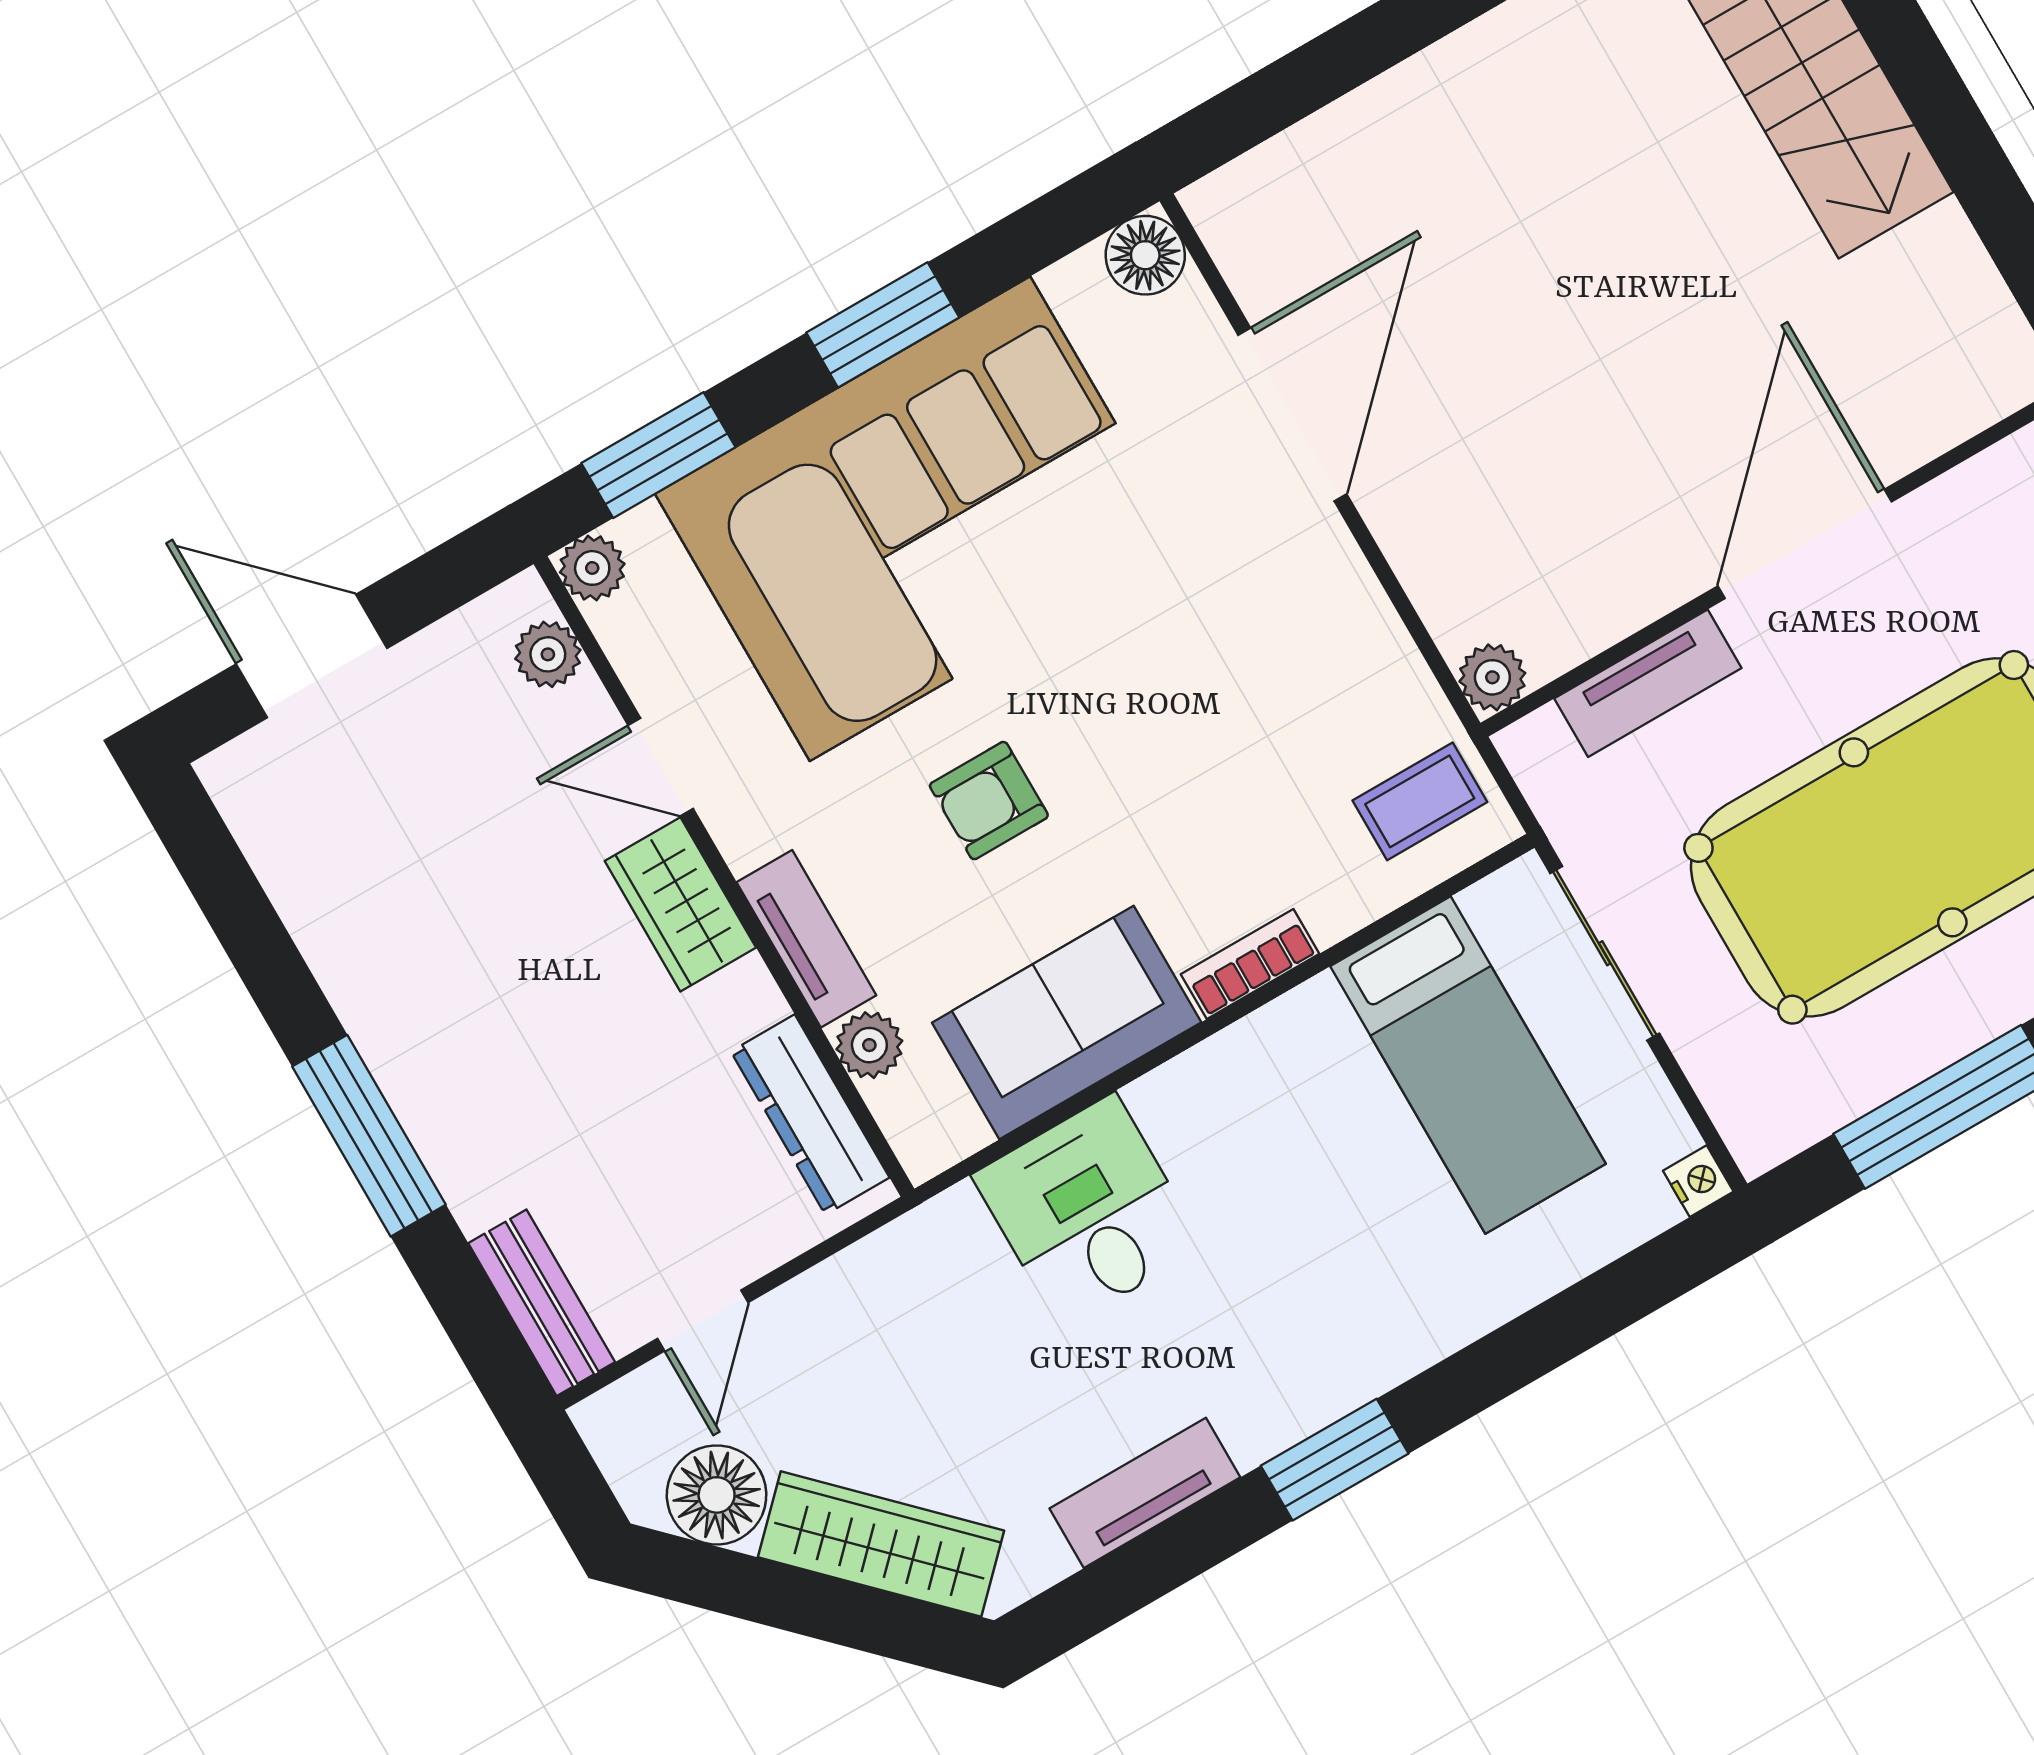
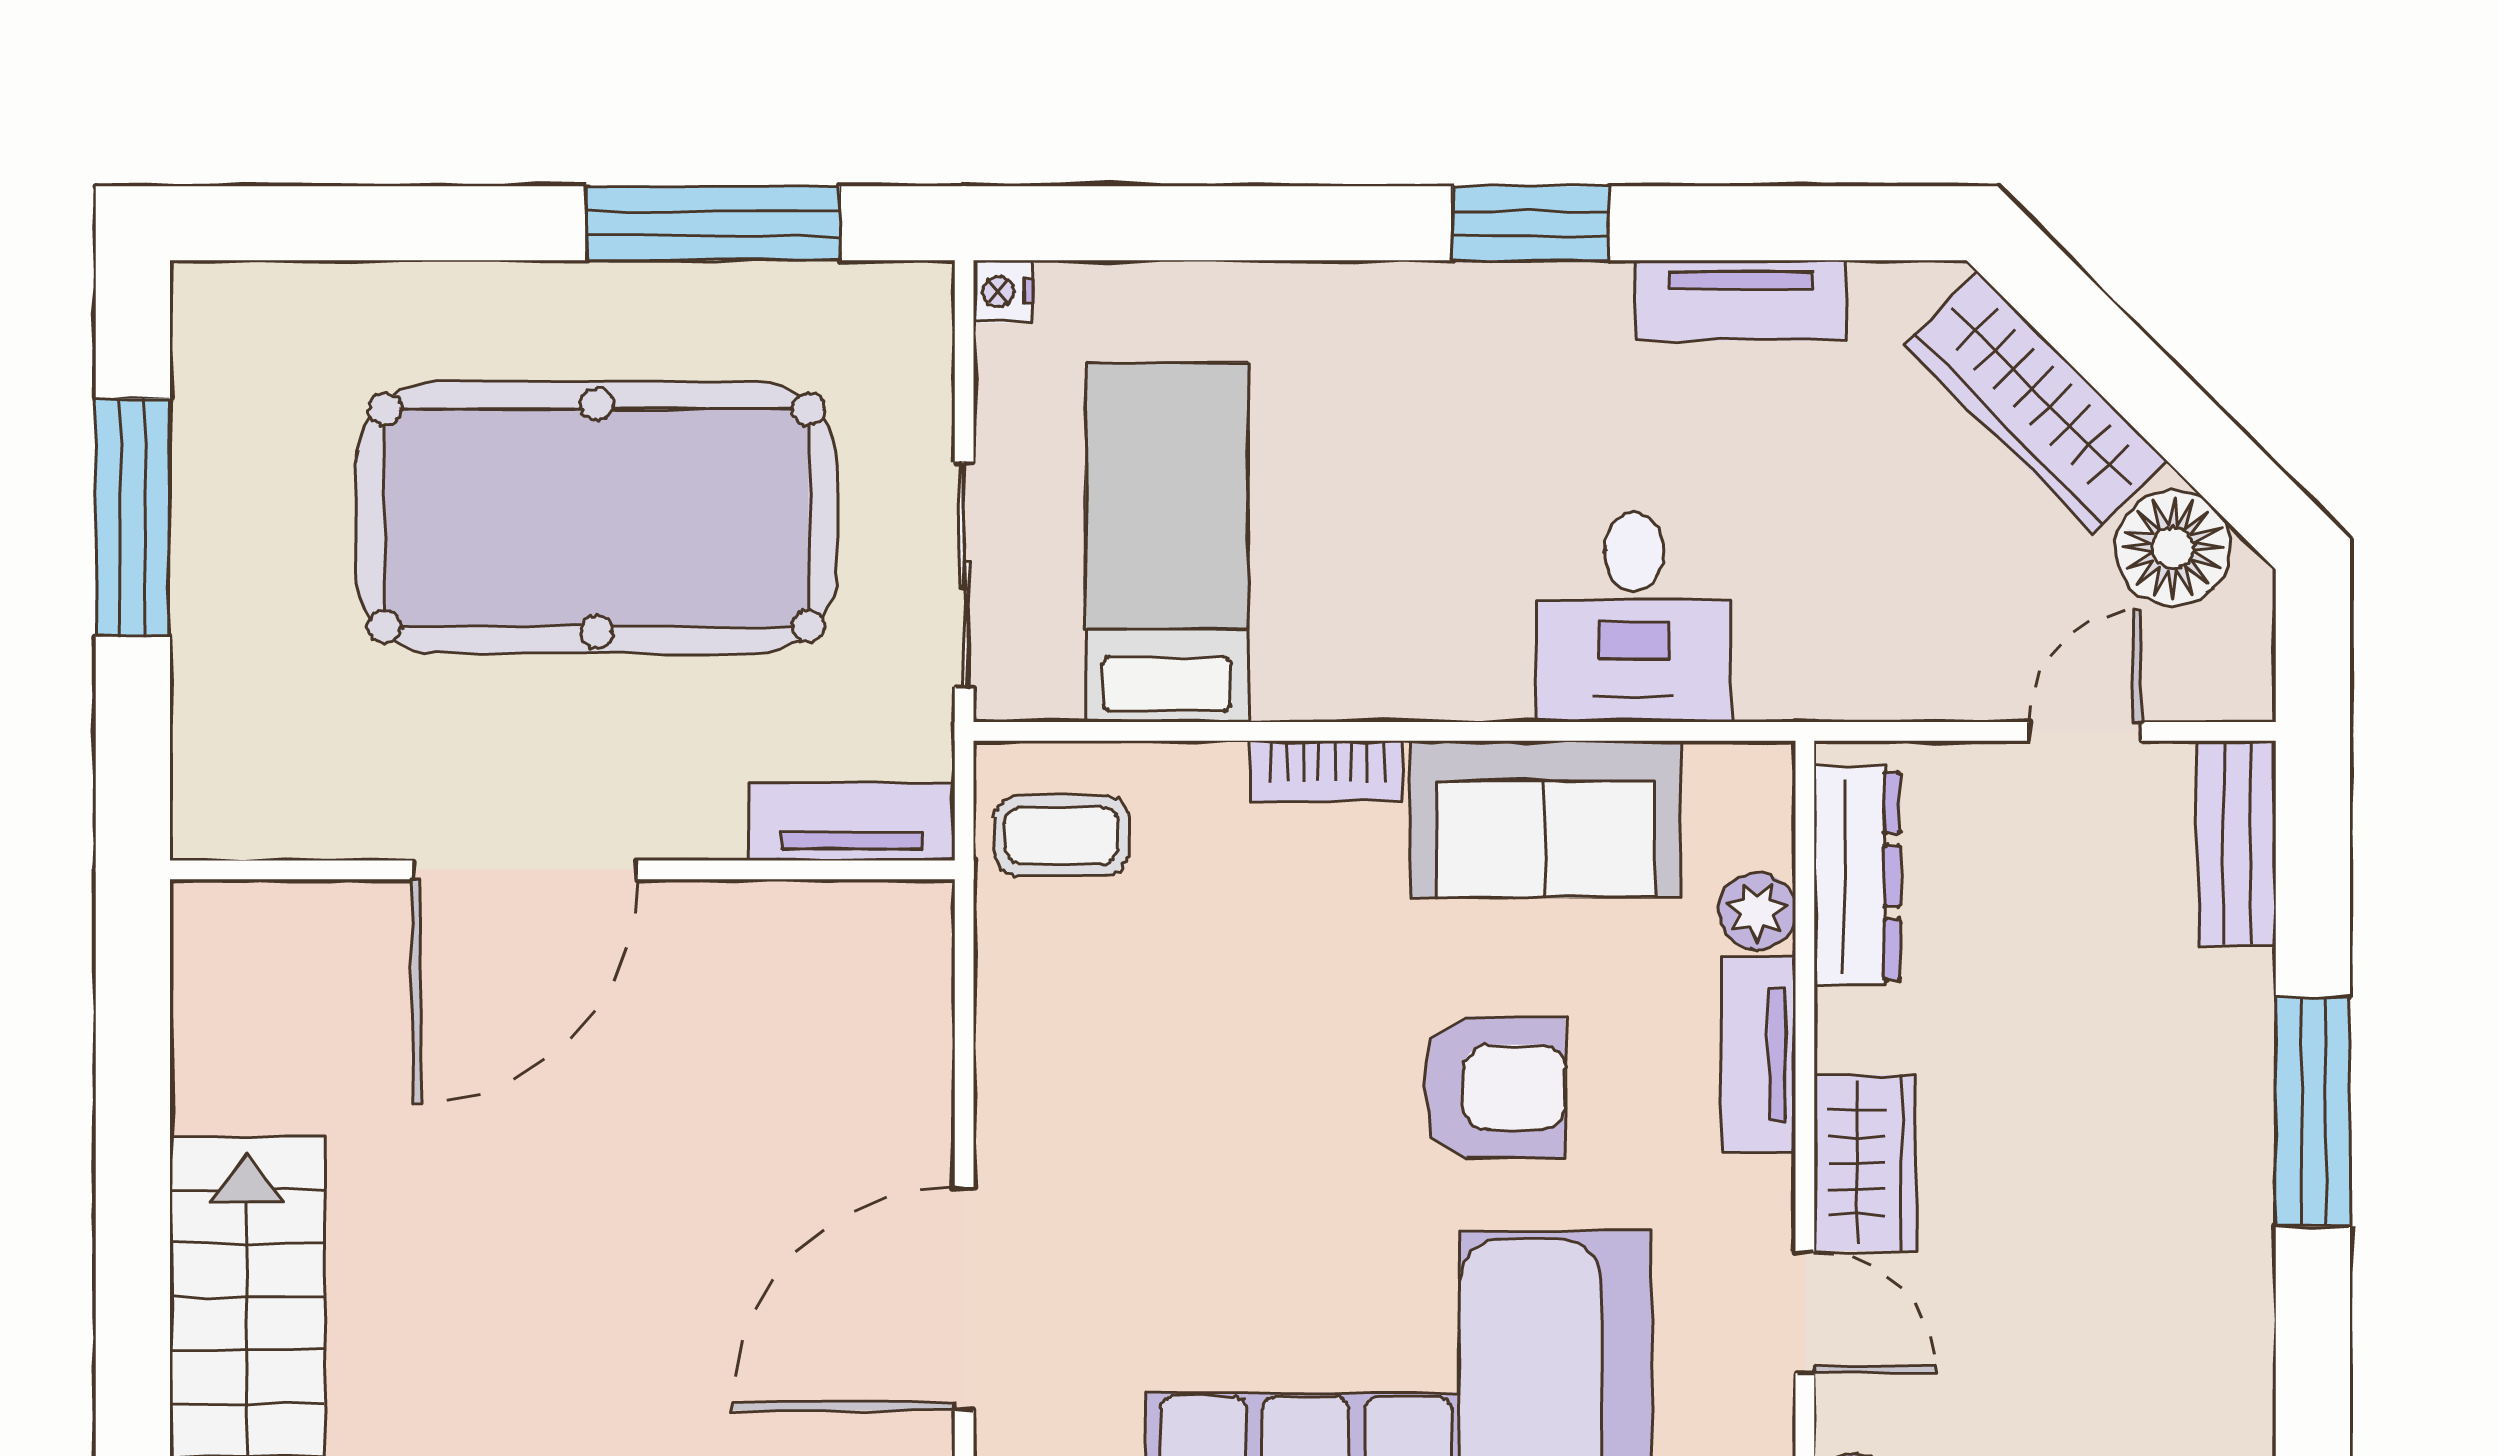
plant: (1492, 677) -> (916, 918), removed
tv unit: (1648, 683) -> (852, 821), moved
armchair: (989, 801) -> (1494, 1087), width x1.38, depth x1.38

